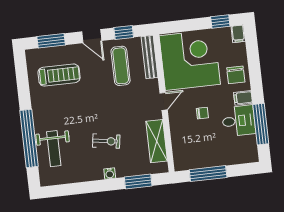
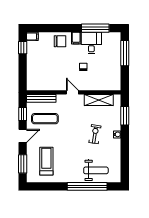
corner desk: (190, 60) -> (46, 71), removed
window: (208, 174) -> (125, 53), moved

